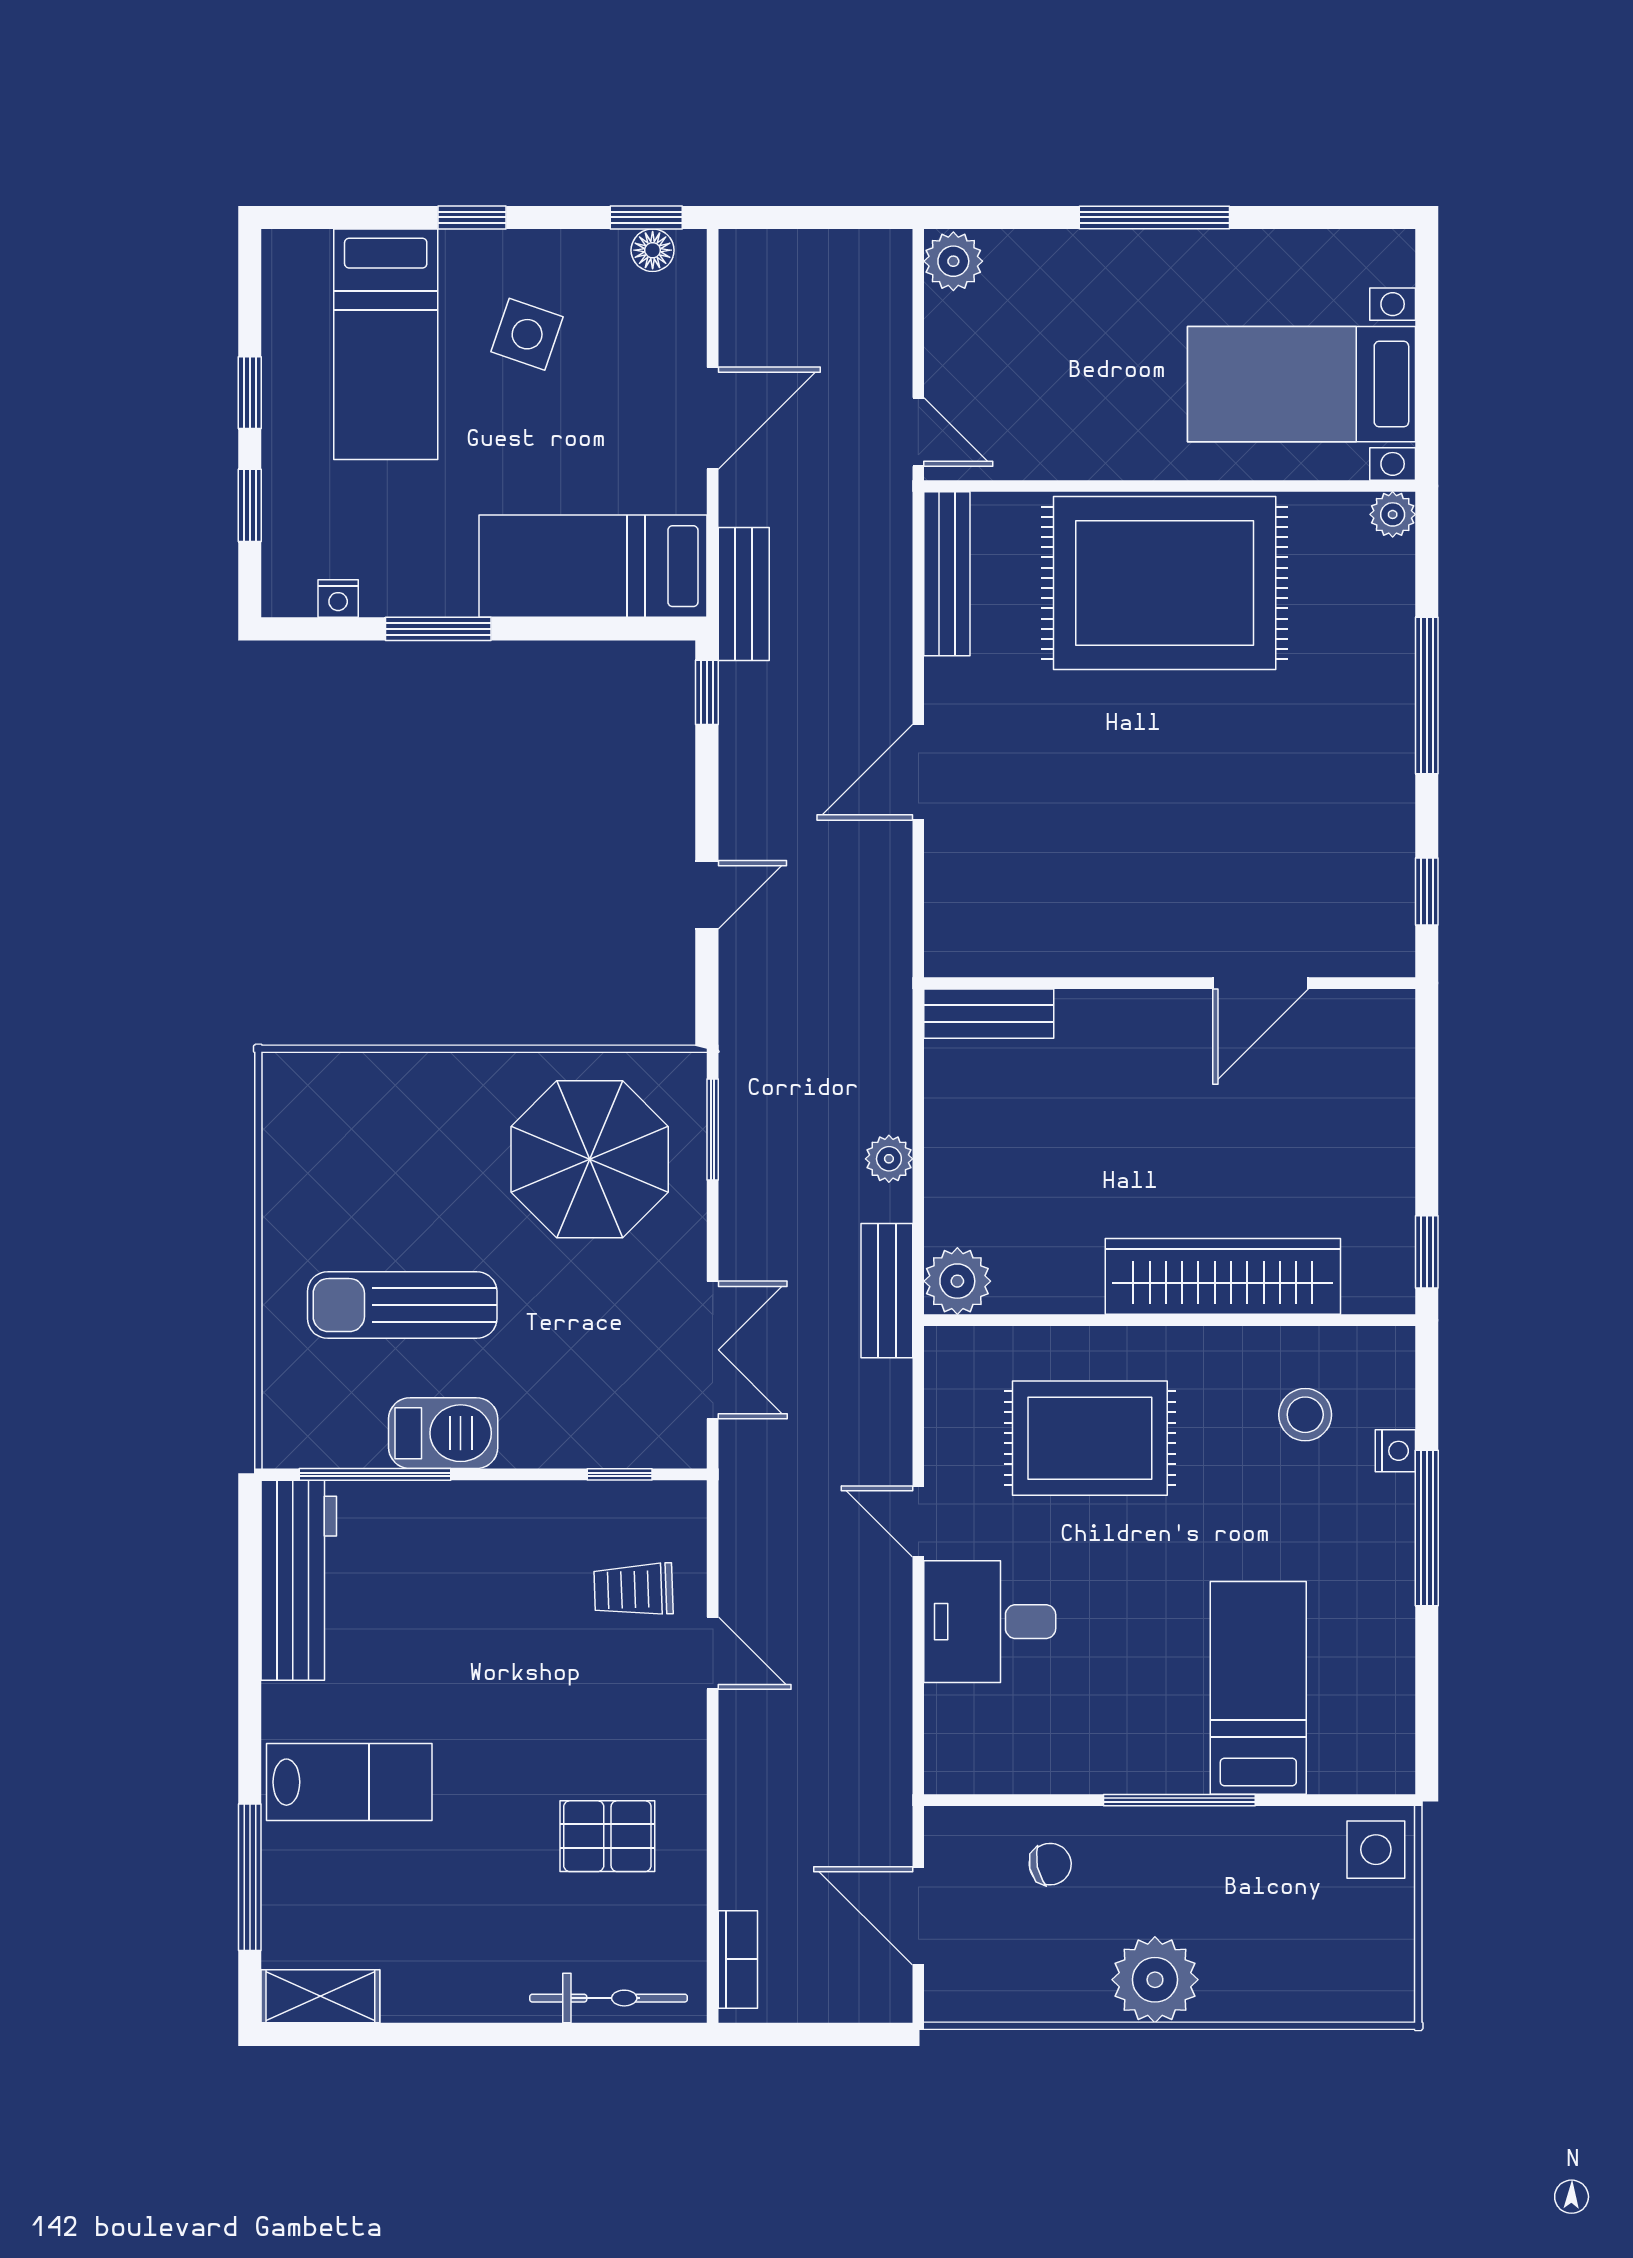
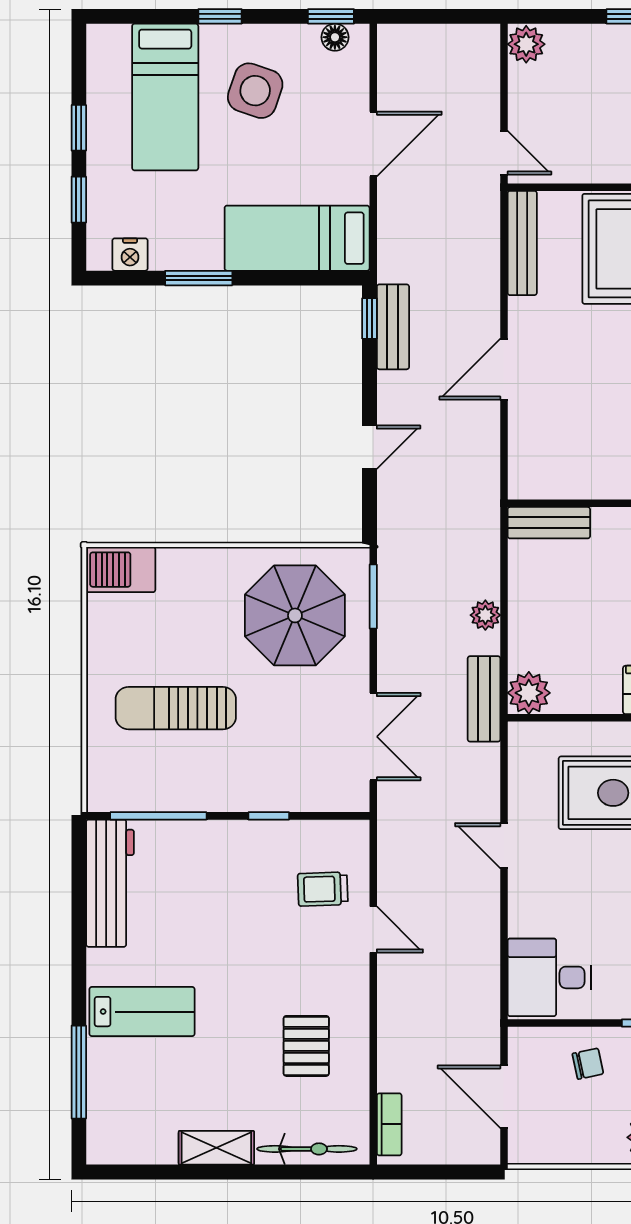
side table: (527, 334) -> (255, 91), width x1.37, depth x1.37
bench: (744, 594) -> (393, 327), moved
nightstand: (338, 599) -> (130, 255), width x1.39, depth x1.35
barbecue: (443, 1433) -> (121, 570), moved, turned 180
window: (620, 1474) -> (269, 816), moved
desk: (990, 1622) -> (549, 977), moved
pallet: (607, 1836) -> (306, 1046), turned 90
shelving: (320, 1996) -> (216, 1148), moved

